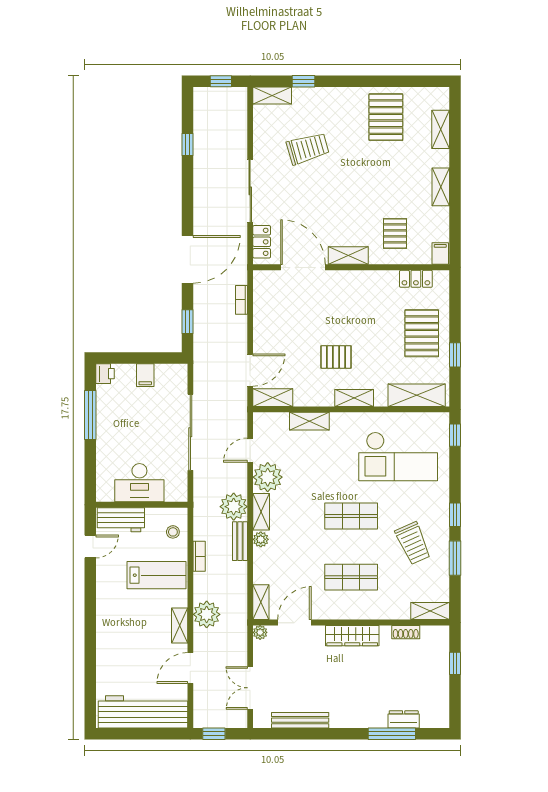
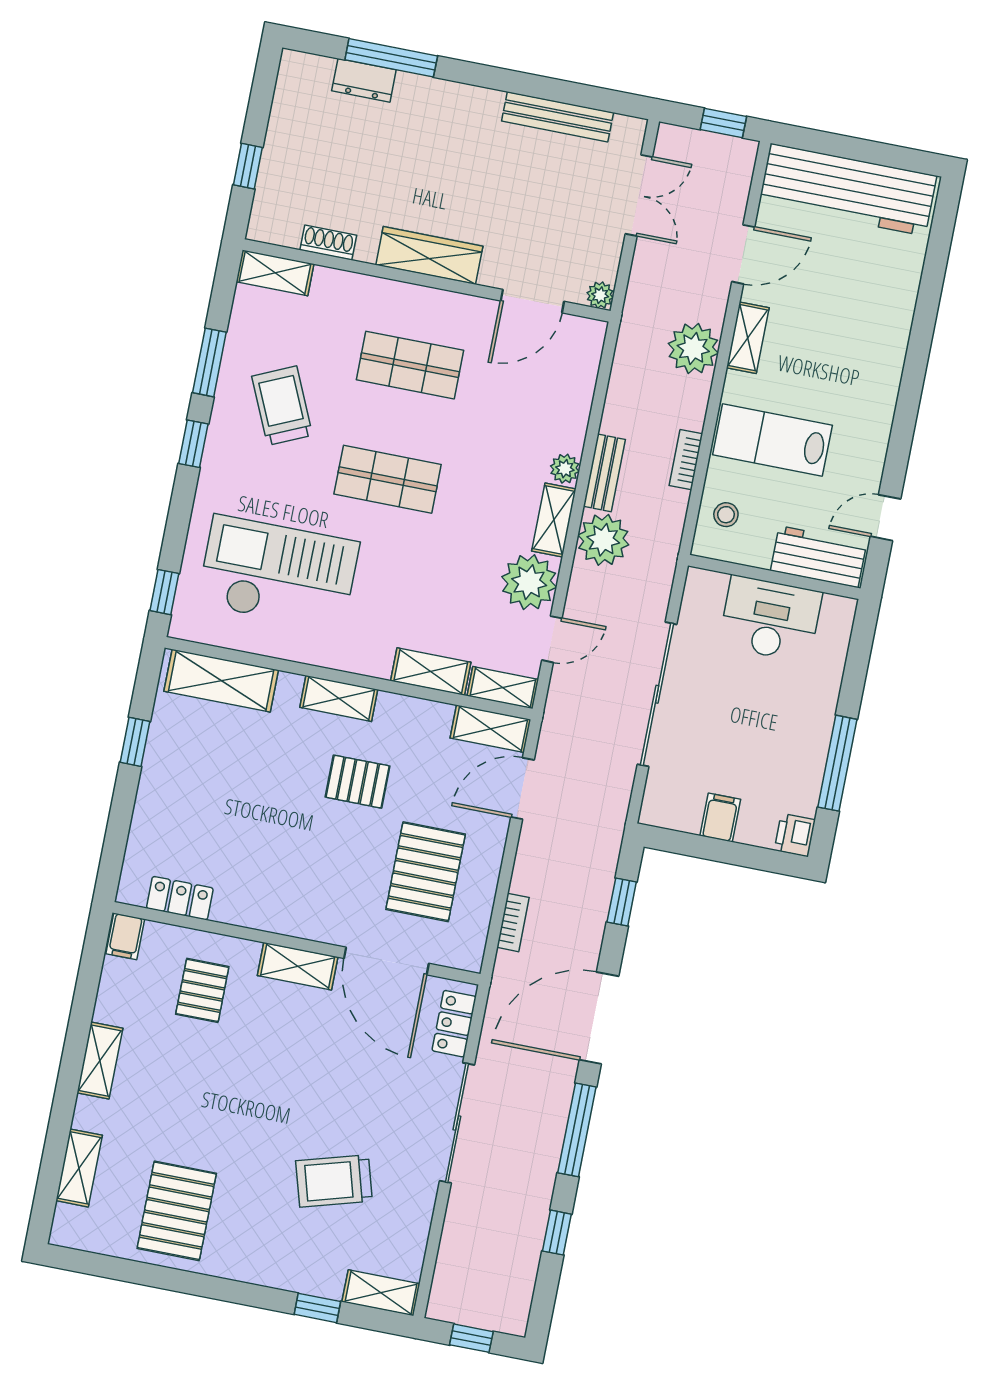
window: (188, 199) -> (577, 1130), added
pallet: (422, 333) -> (426, 872), moved
shelving: (261, 602) -> (503, 688), moved, turned 90

